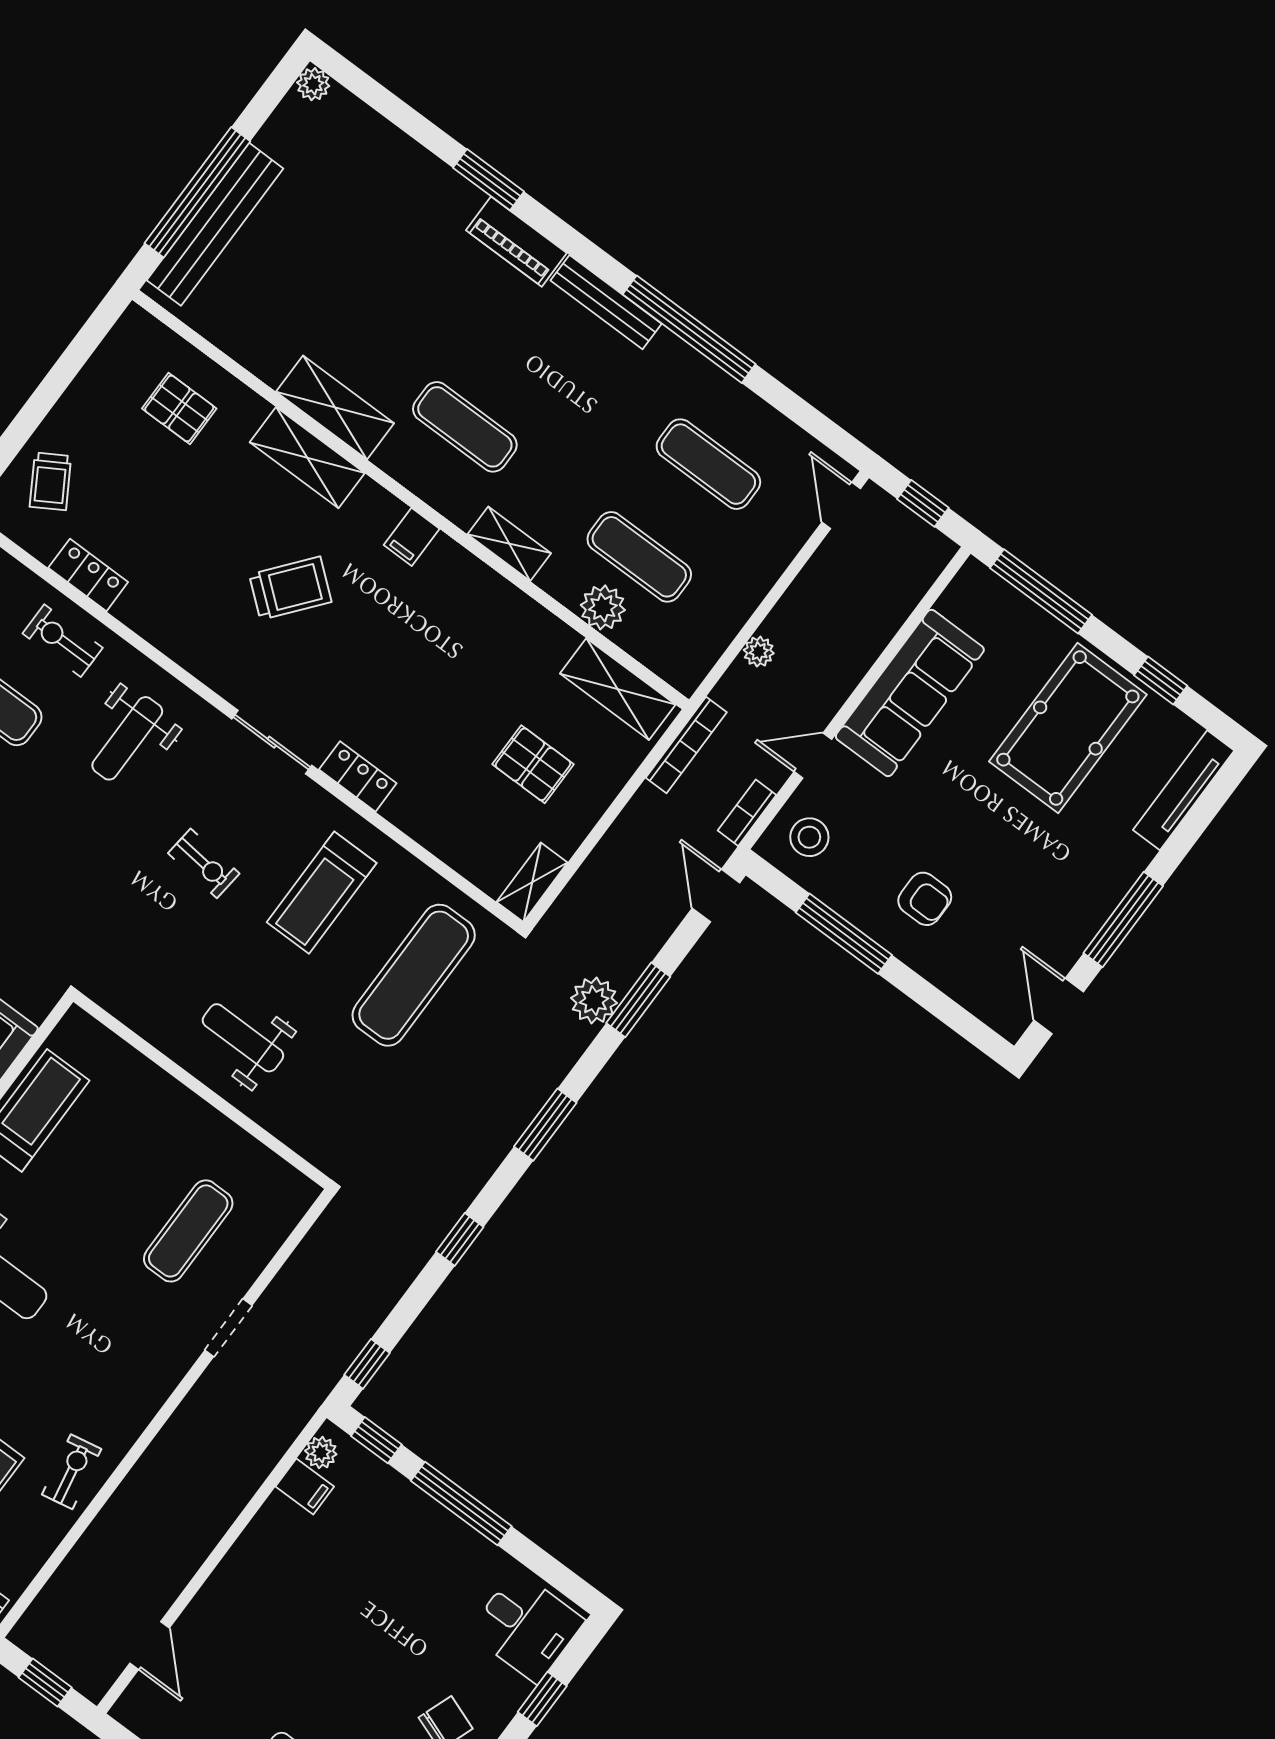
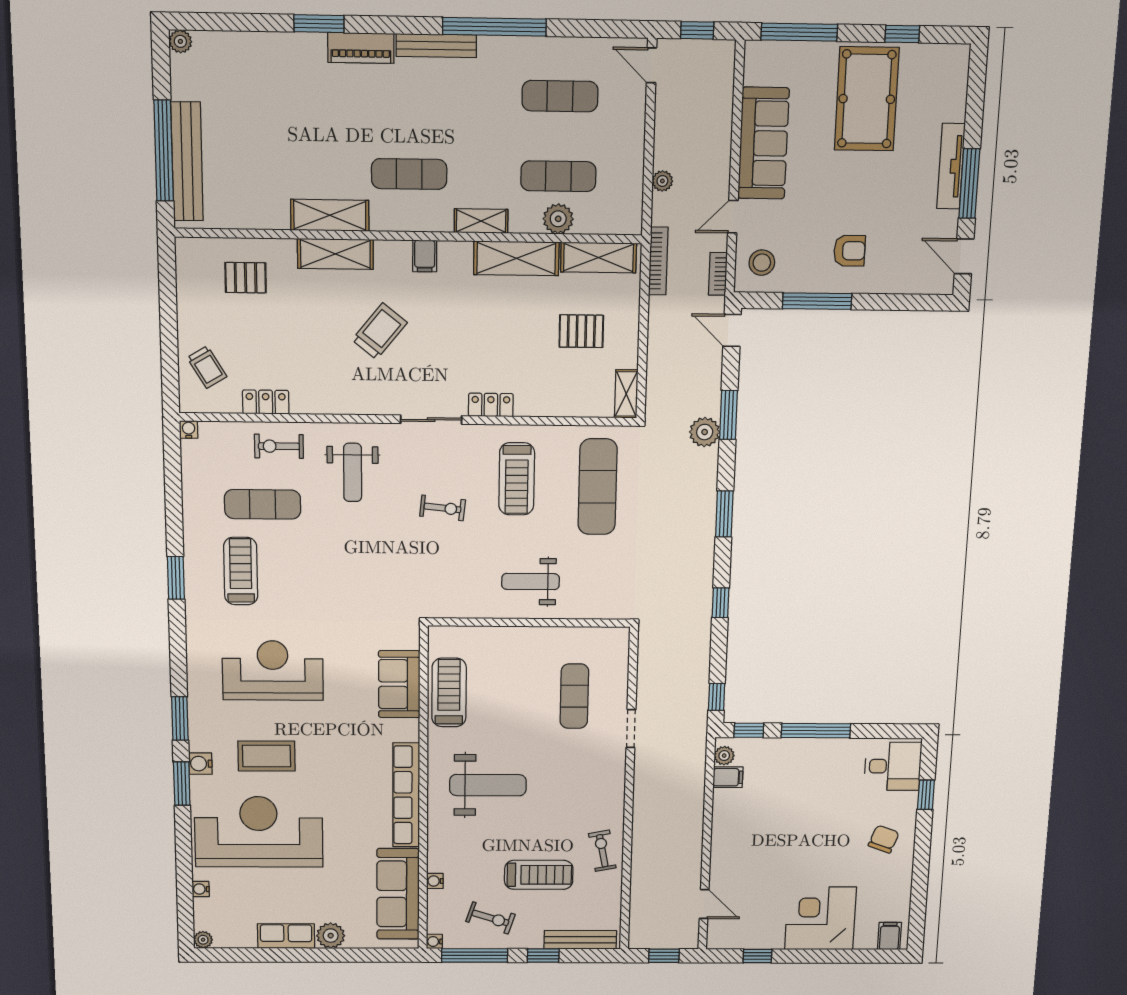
shelving: (519, 619) -> (516, 258), added
tv unit: (1184, 790) -> (951, 166), moved

